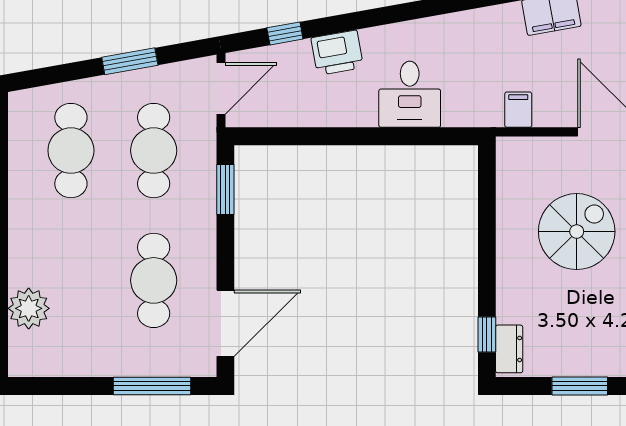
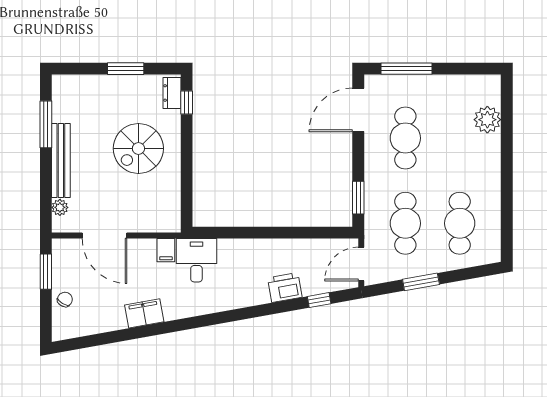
desk: (410, 94) -> (196, 260), moved
spiral stairs: (577, 232) -> (138, 148), moved

